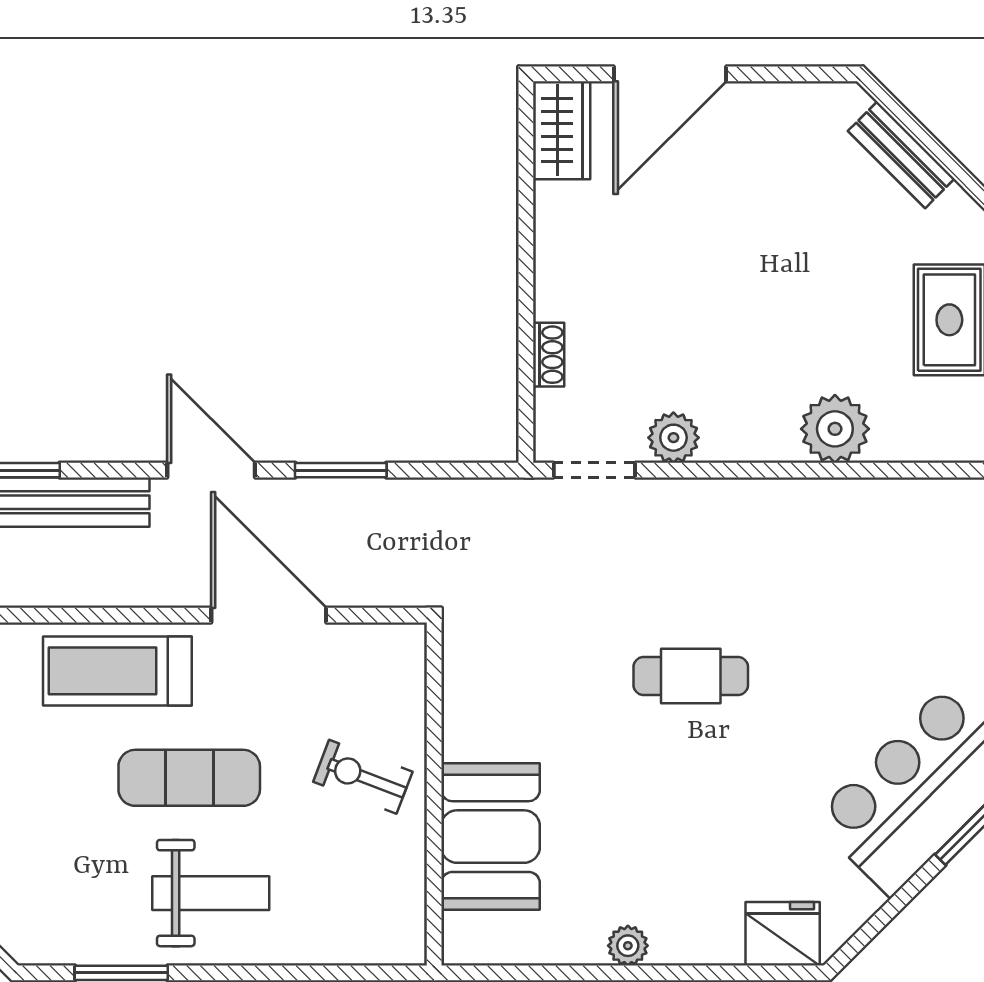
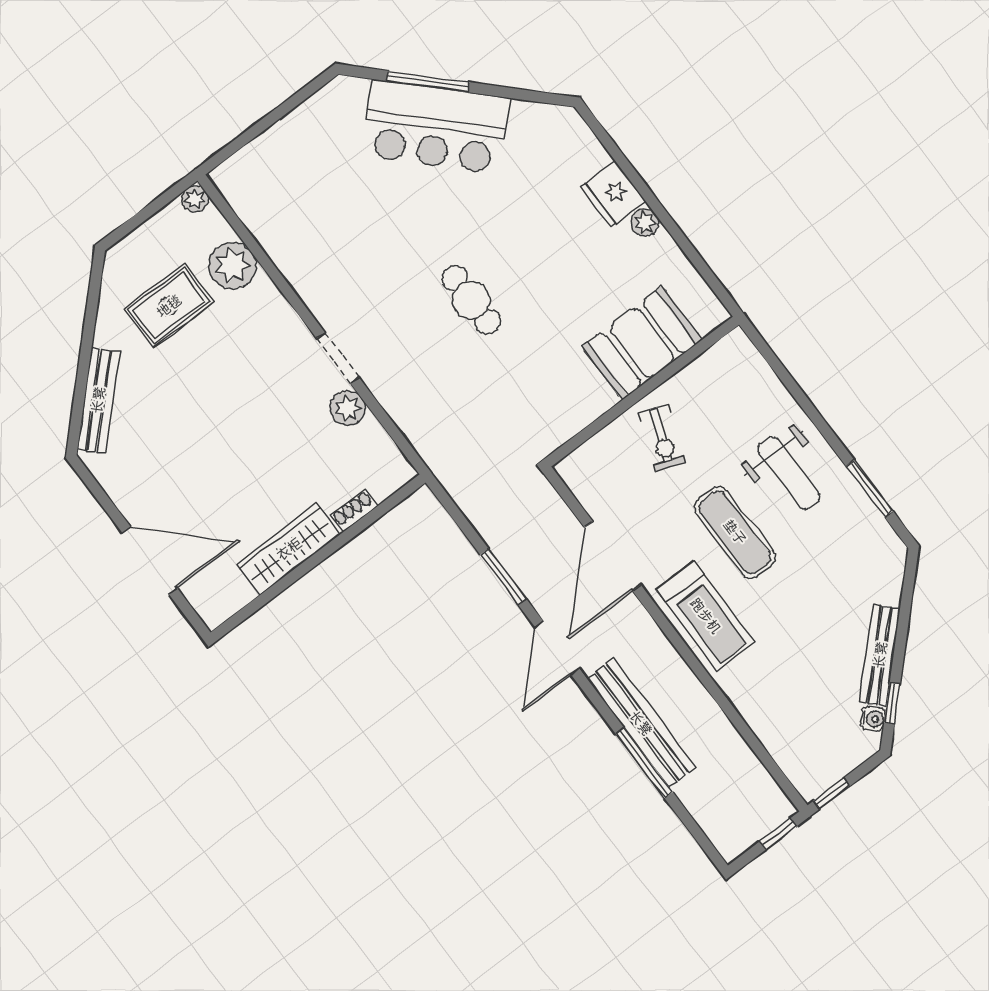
wardrobe: (562, 130) -> (289, 549), moved, width x1.50
bench: (901, 155) -> (98, 400), width x1.36
plant: (835, 429) -> (232, 266), moved
doorway: (594, 470) -> (338, 358), moved
weight bench: (211, 893) -> (789, 473), turned 180
fridge: (783, 934) -> (613, 194), moved

